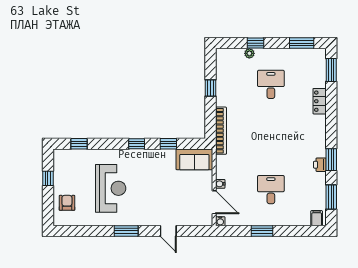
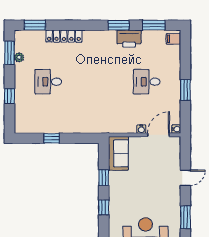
plant: (249, 53) -> (19, 57), moved
locker: (320, 101) -> (64, 36), width x1.53
bookcase: (221, 131) -> (92, 128), removed
printer: (320, 165) -> (129, 39), width x1.87, depth x1.48

